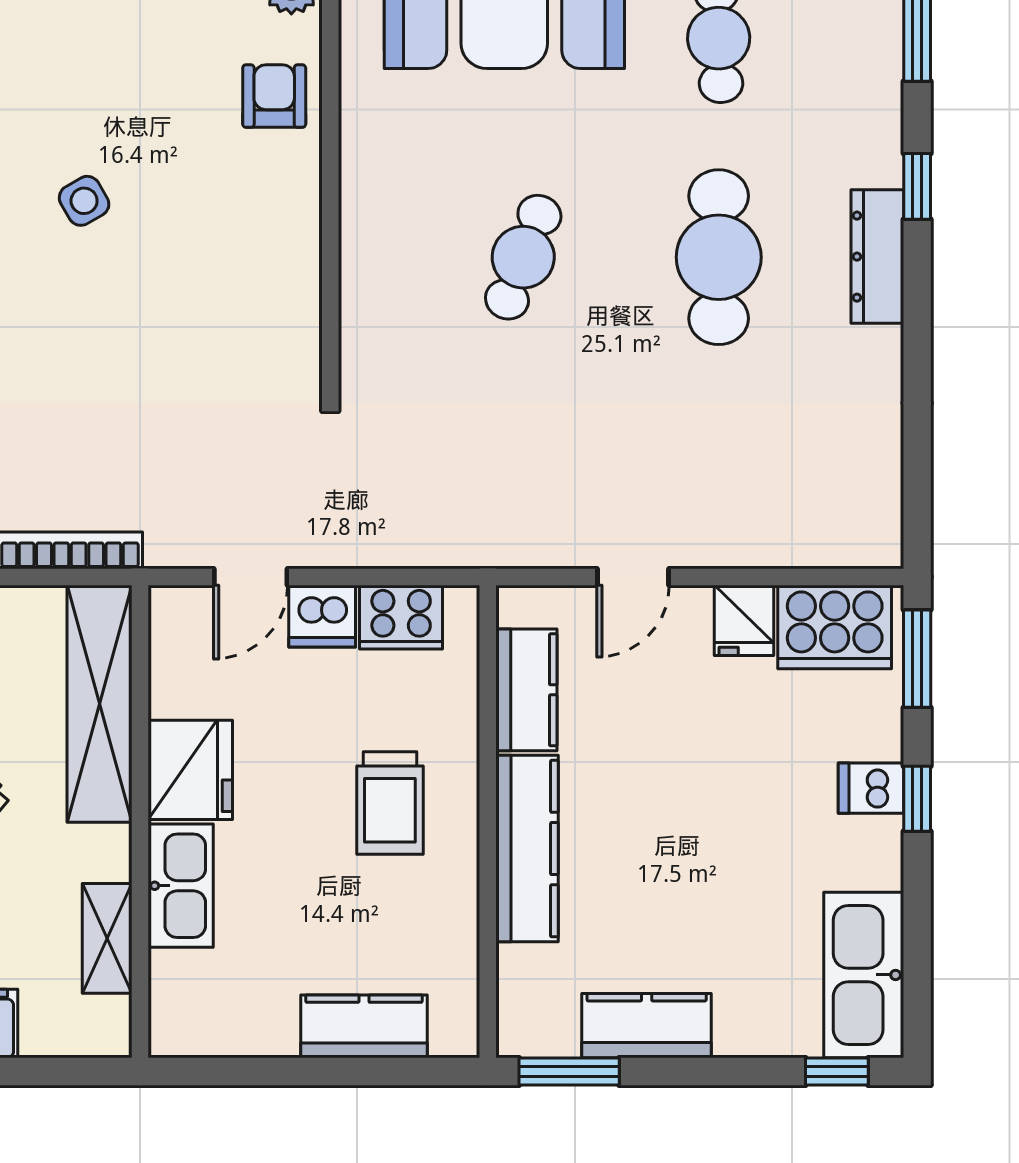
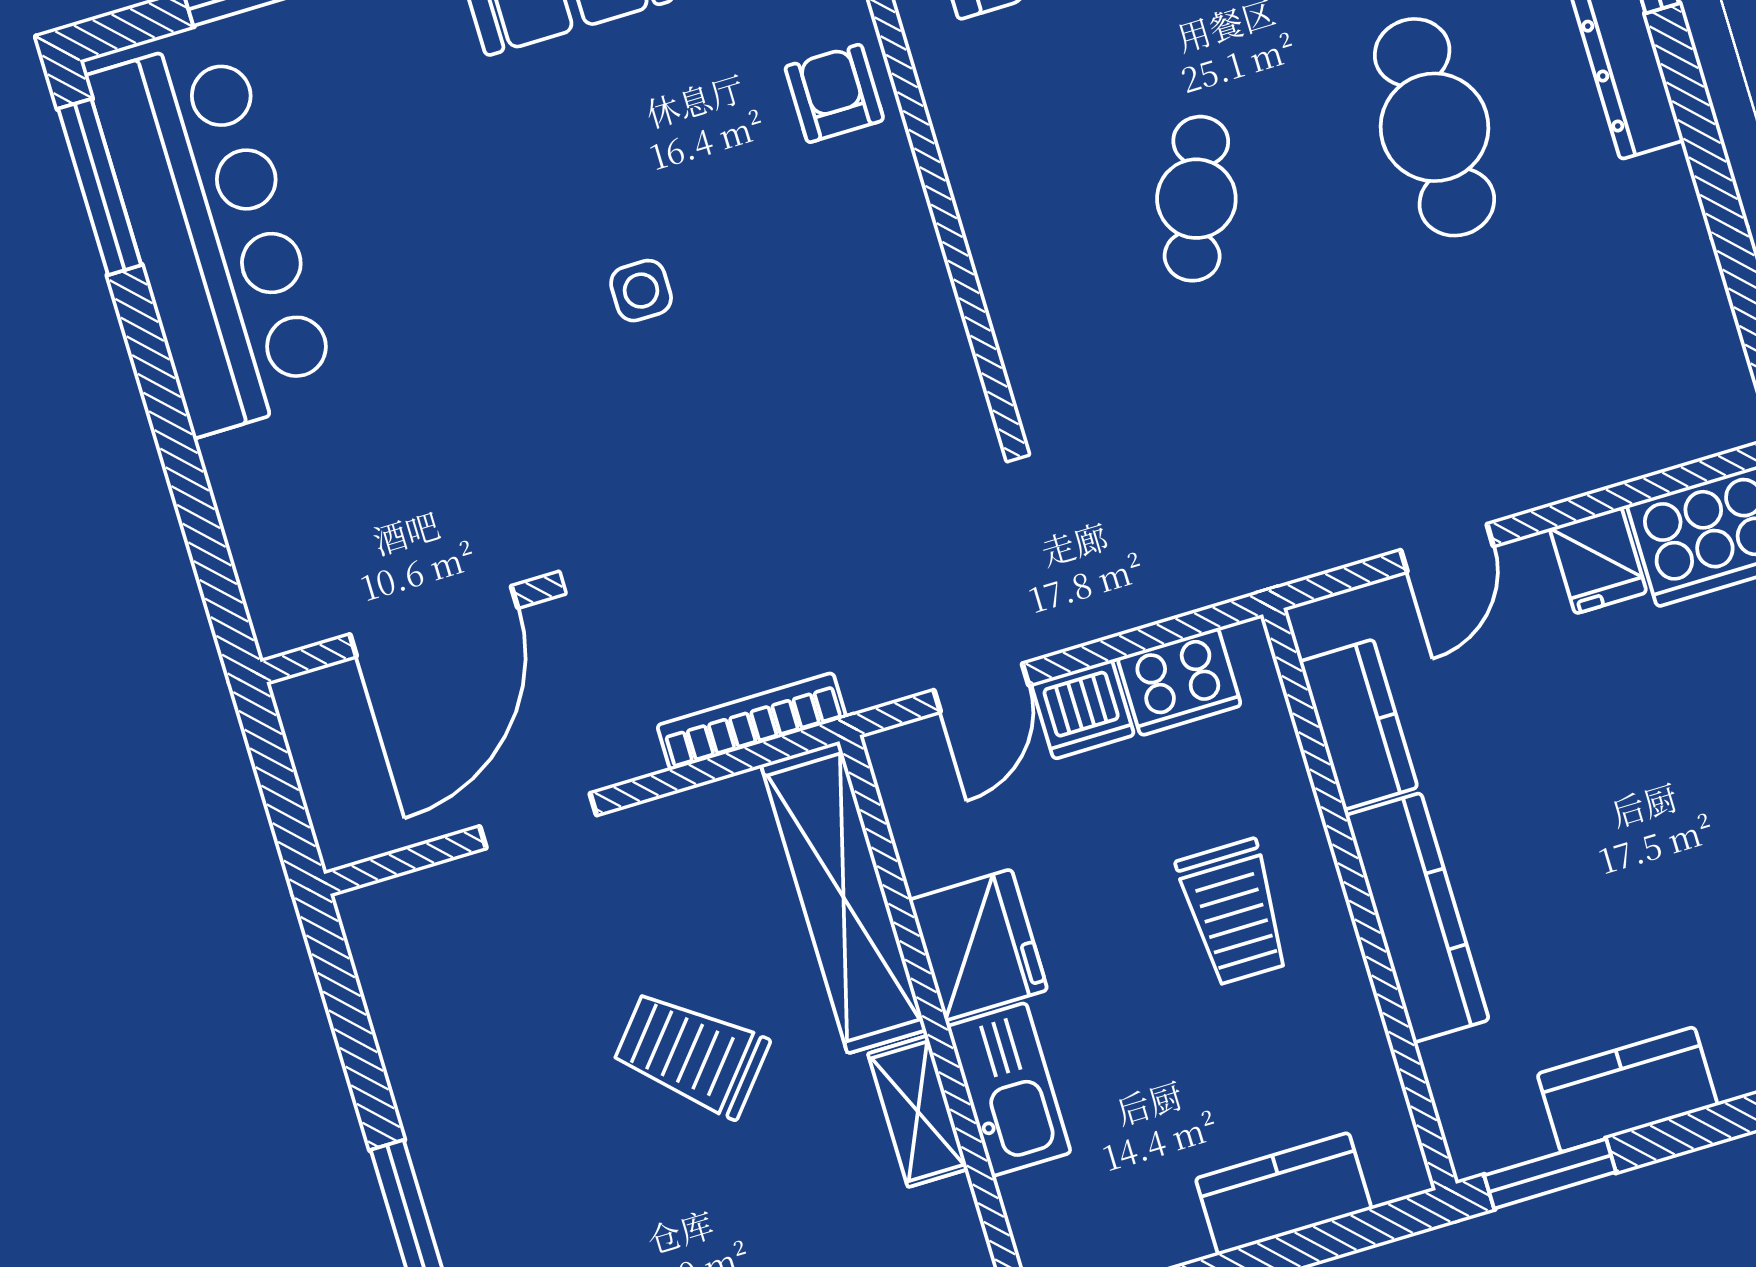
side table: (84, 201) -> (641, 291), turned 30
shelving: (107, 938) -> (918, 1111), moved

